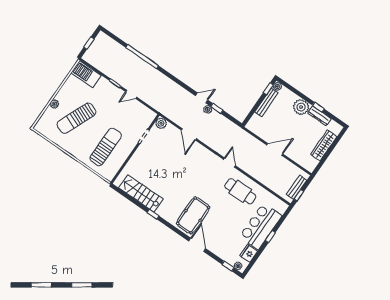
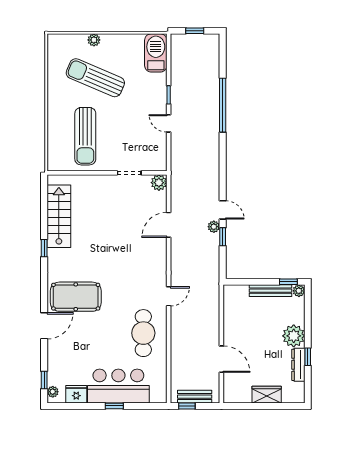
wardrobe: (324, 146) -> (267, 395), width x0.67
sun lounger: (106, 147) -> (85, 136), turned 90
door: (275, 149) -> (221, 359), moved

